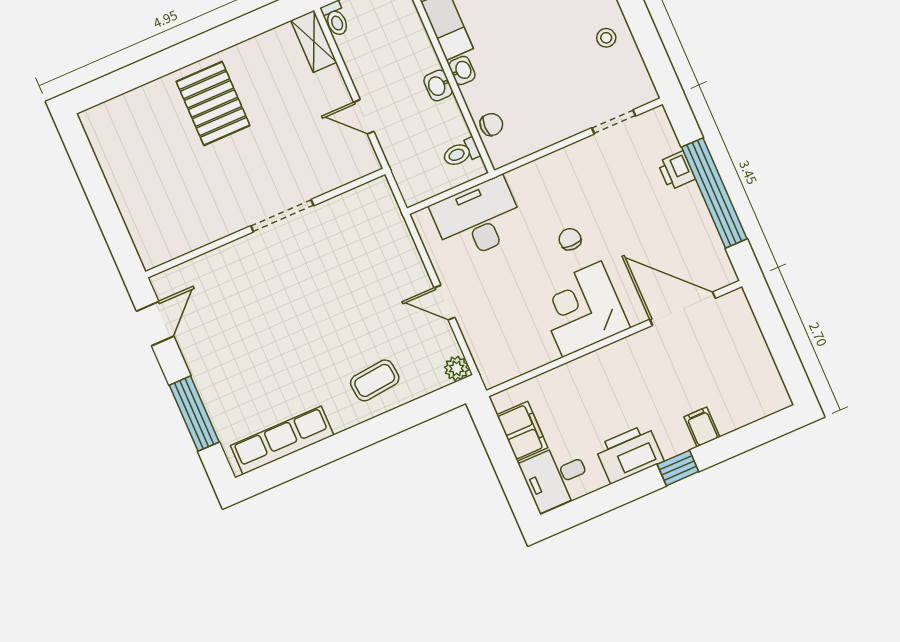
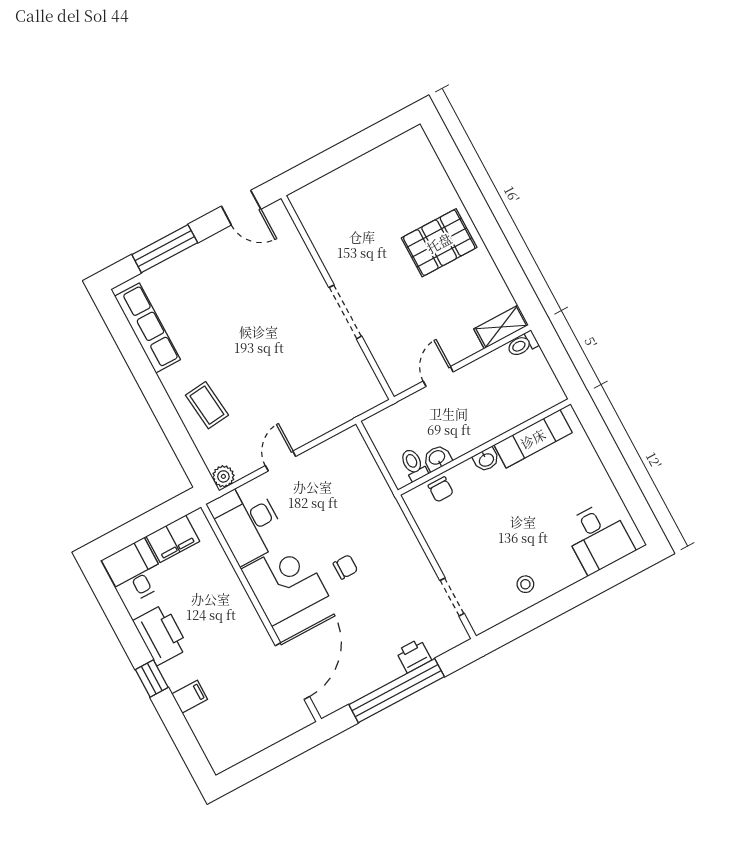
washbasin: (438, 85) -> (437, 458), moved
desk: (478, 219) -> (248, 522), moved, turned 180

